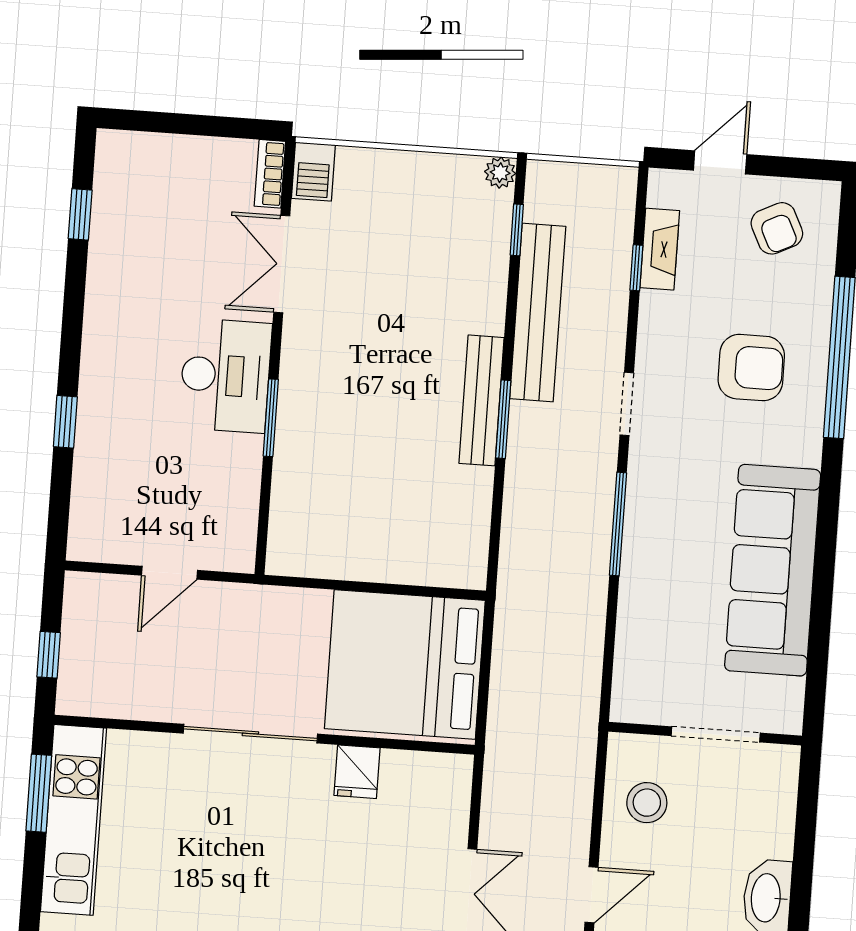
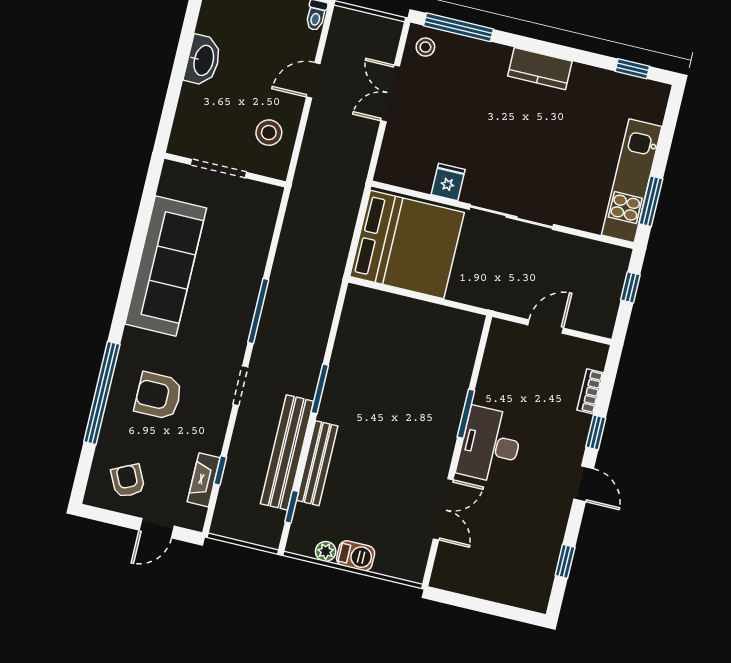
barbecue: (313, 172) -> (356, 556), moved, turned 90
plant: (500, 173) -> (326, 551), moved
bookcase: (270, 174) -> (590, 391), moved, turned 180
door: (71, 339) -> (584, 484), added
bench: (482, 400) -> (317, 463), moved

